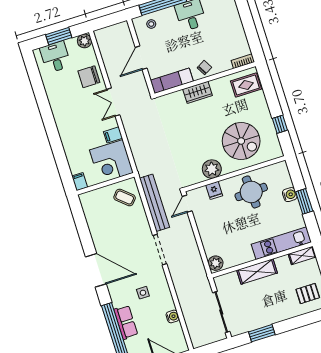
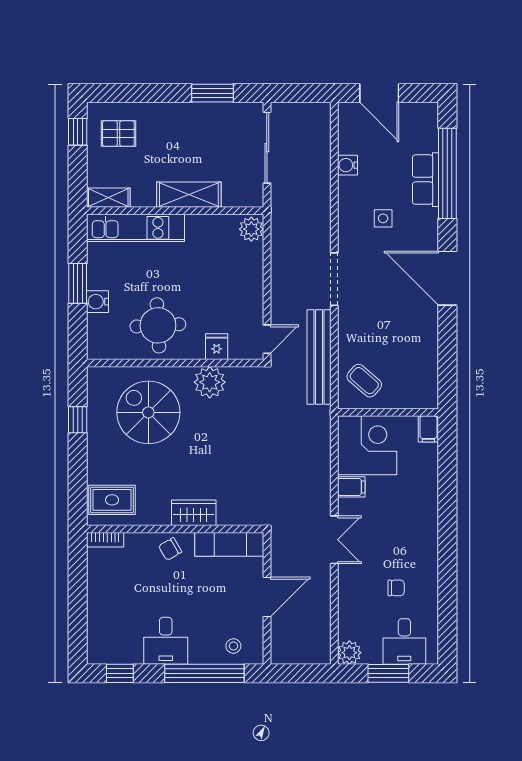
chair: (89, 77) -> (396, 588), moved, width x0.54, depth x0.54

